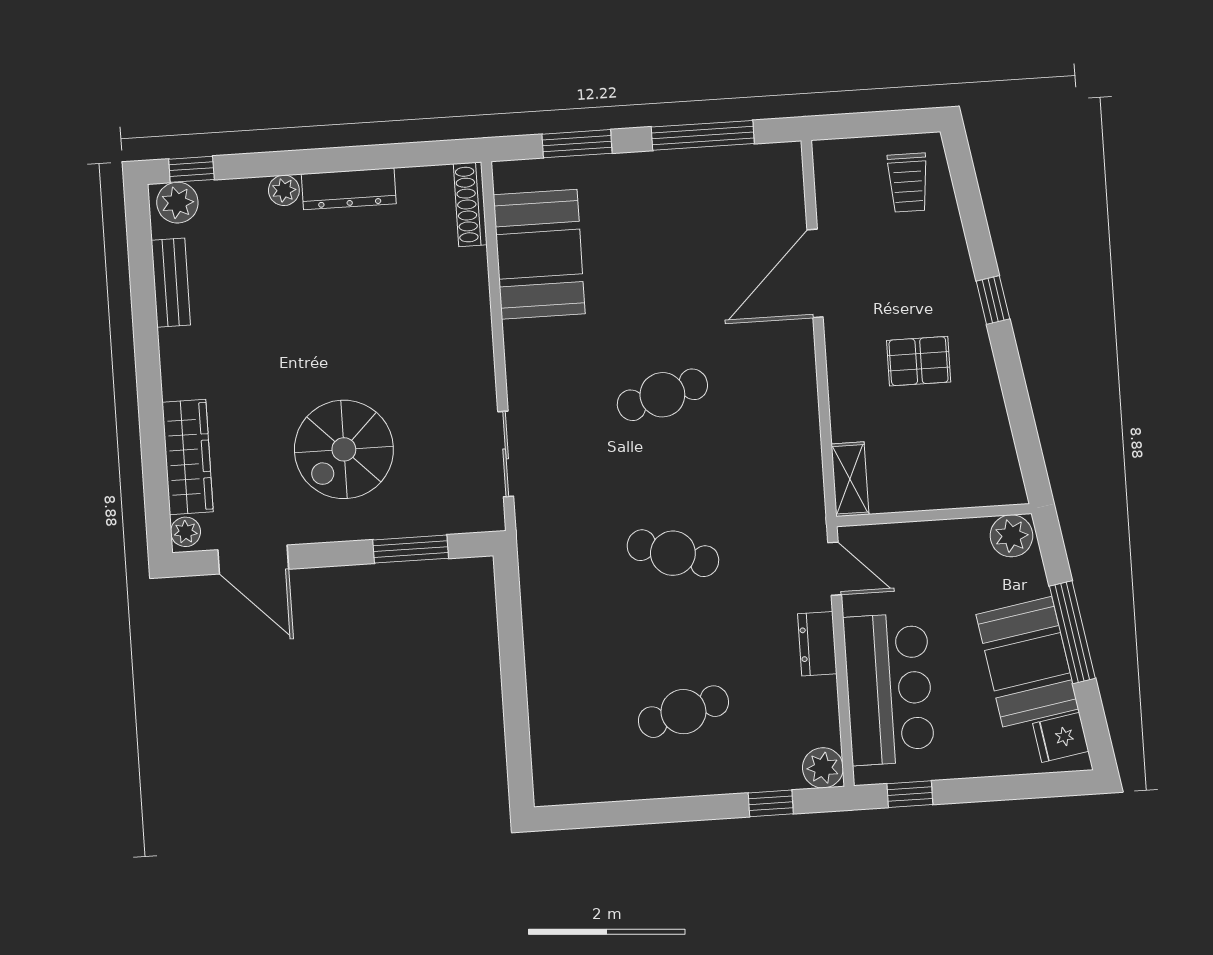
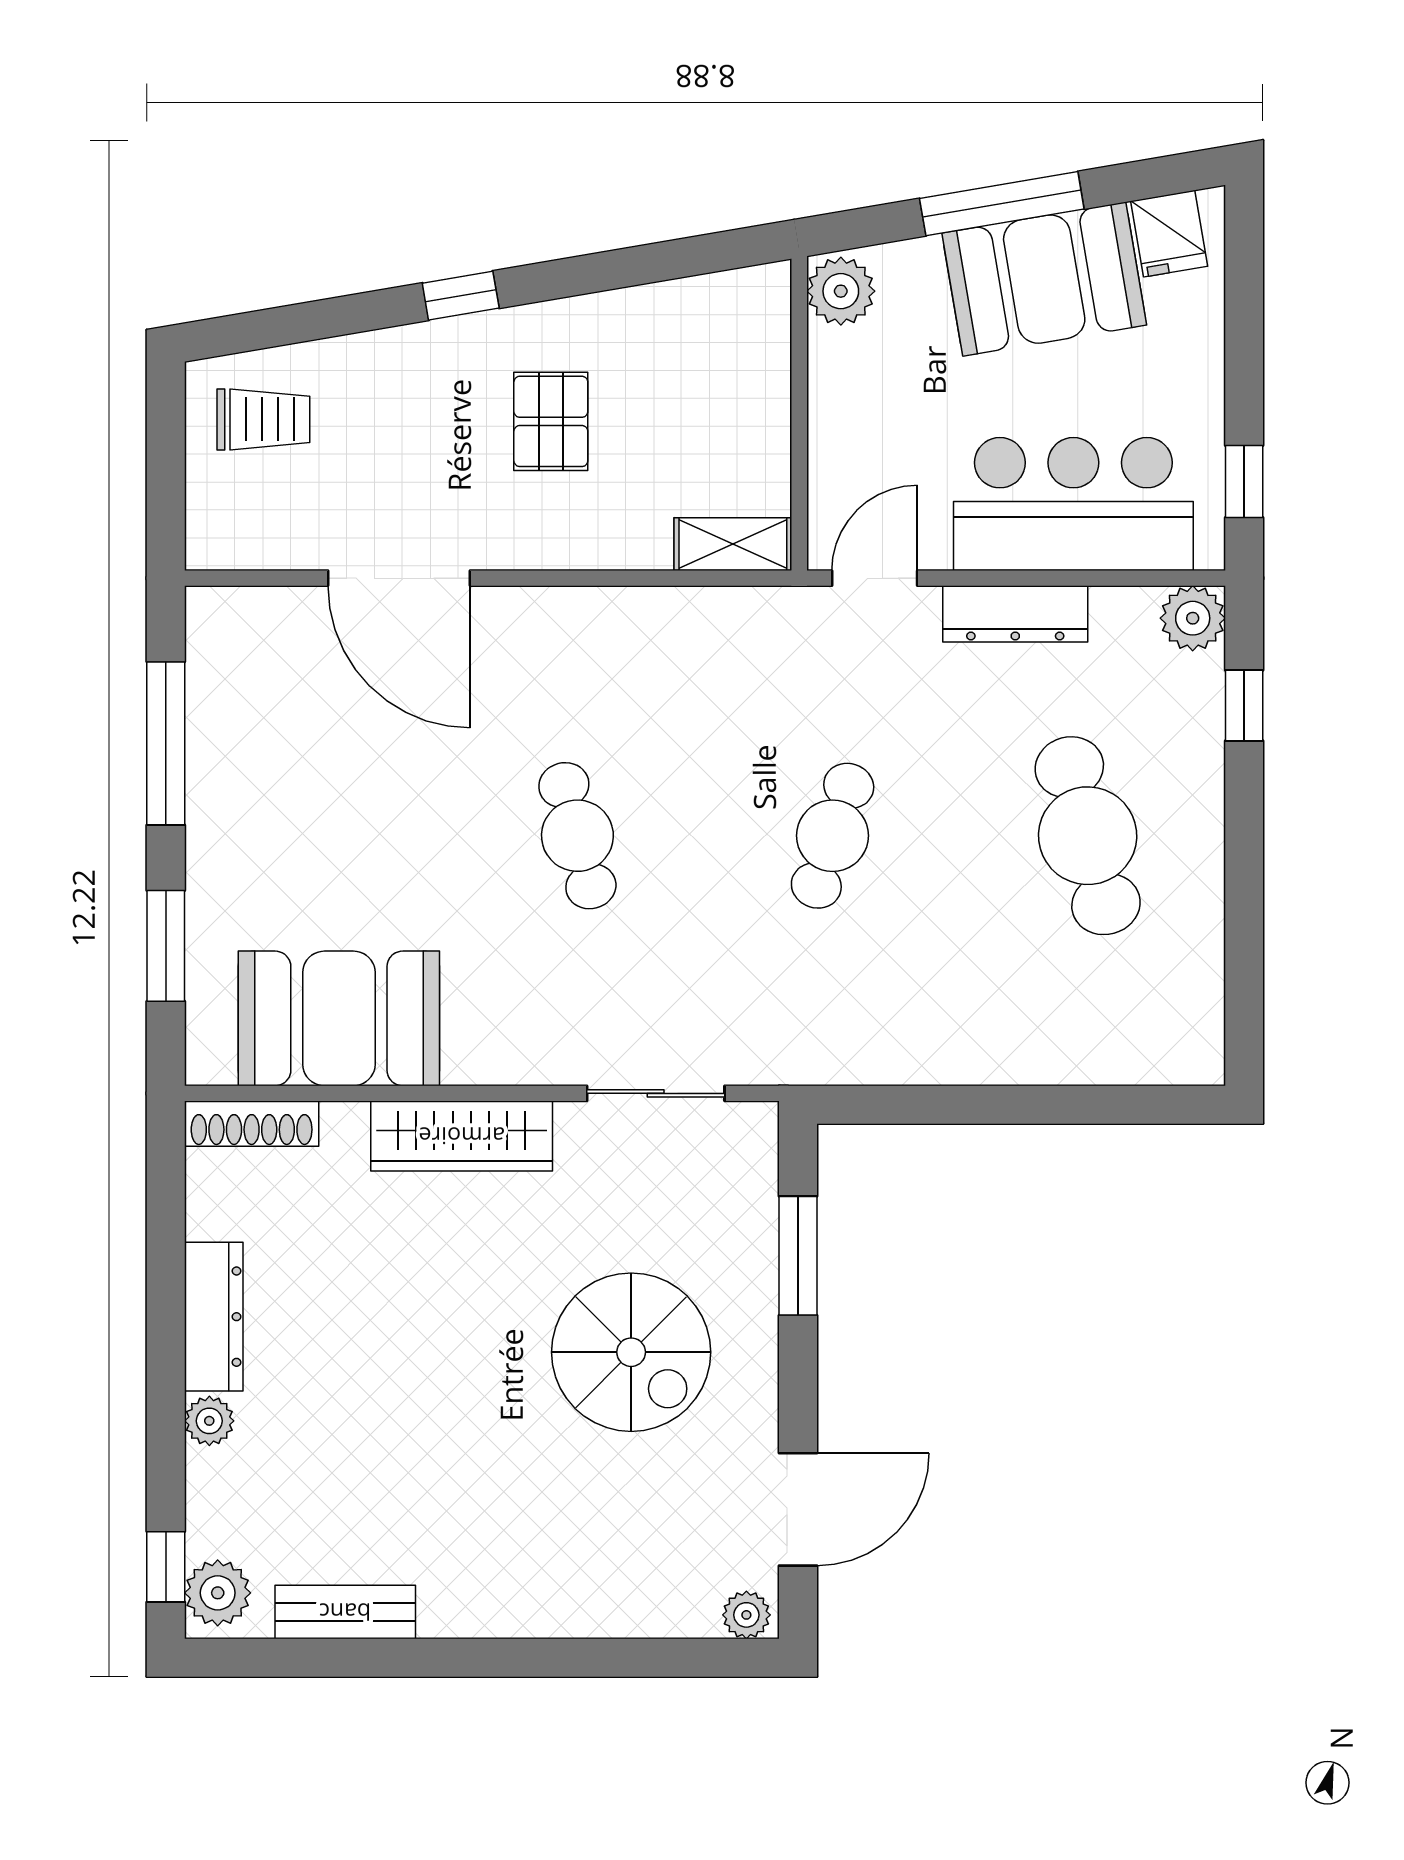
wardrobe: (188, 457) -> (462, 1136), moved, turned 180
dresser: (817, 644) -> (1015, 614), width x1.44
cafe table: (683, 712) -> (1088, 836), width x1.37, depth x1.35

